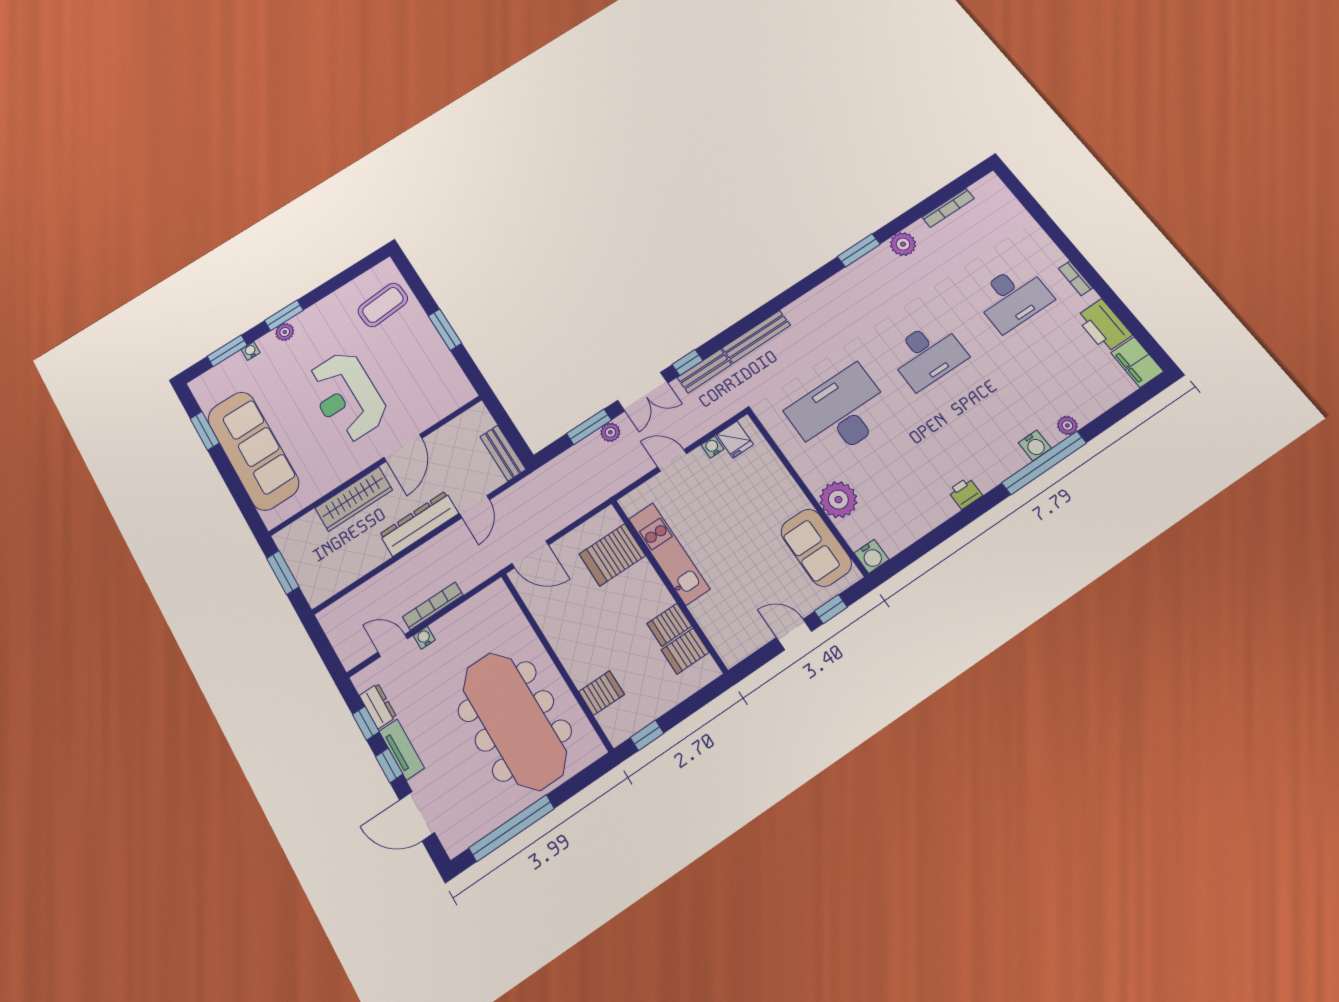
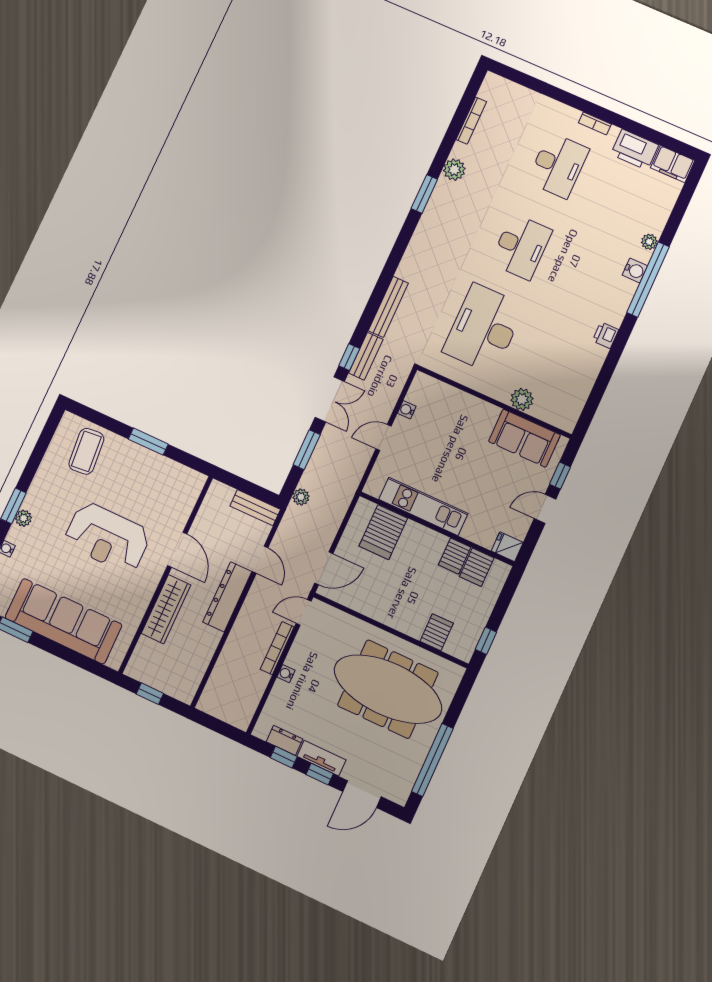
plant: (610, 432) -> (301, 497), moved
fridge: (735, 440) -> (507, 547), moved, turned 180
plant: (838, 500) -> (522, 399), width x0.73, depth x0.73
water cooler: (872, 556) -> (567, 421), removed
window: (283, 572) -> (150, 694), width x0.67
door: (393, 645) -> (304, 612), moved

